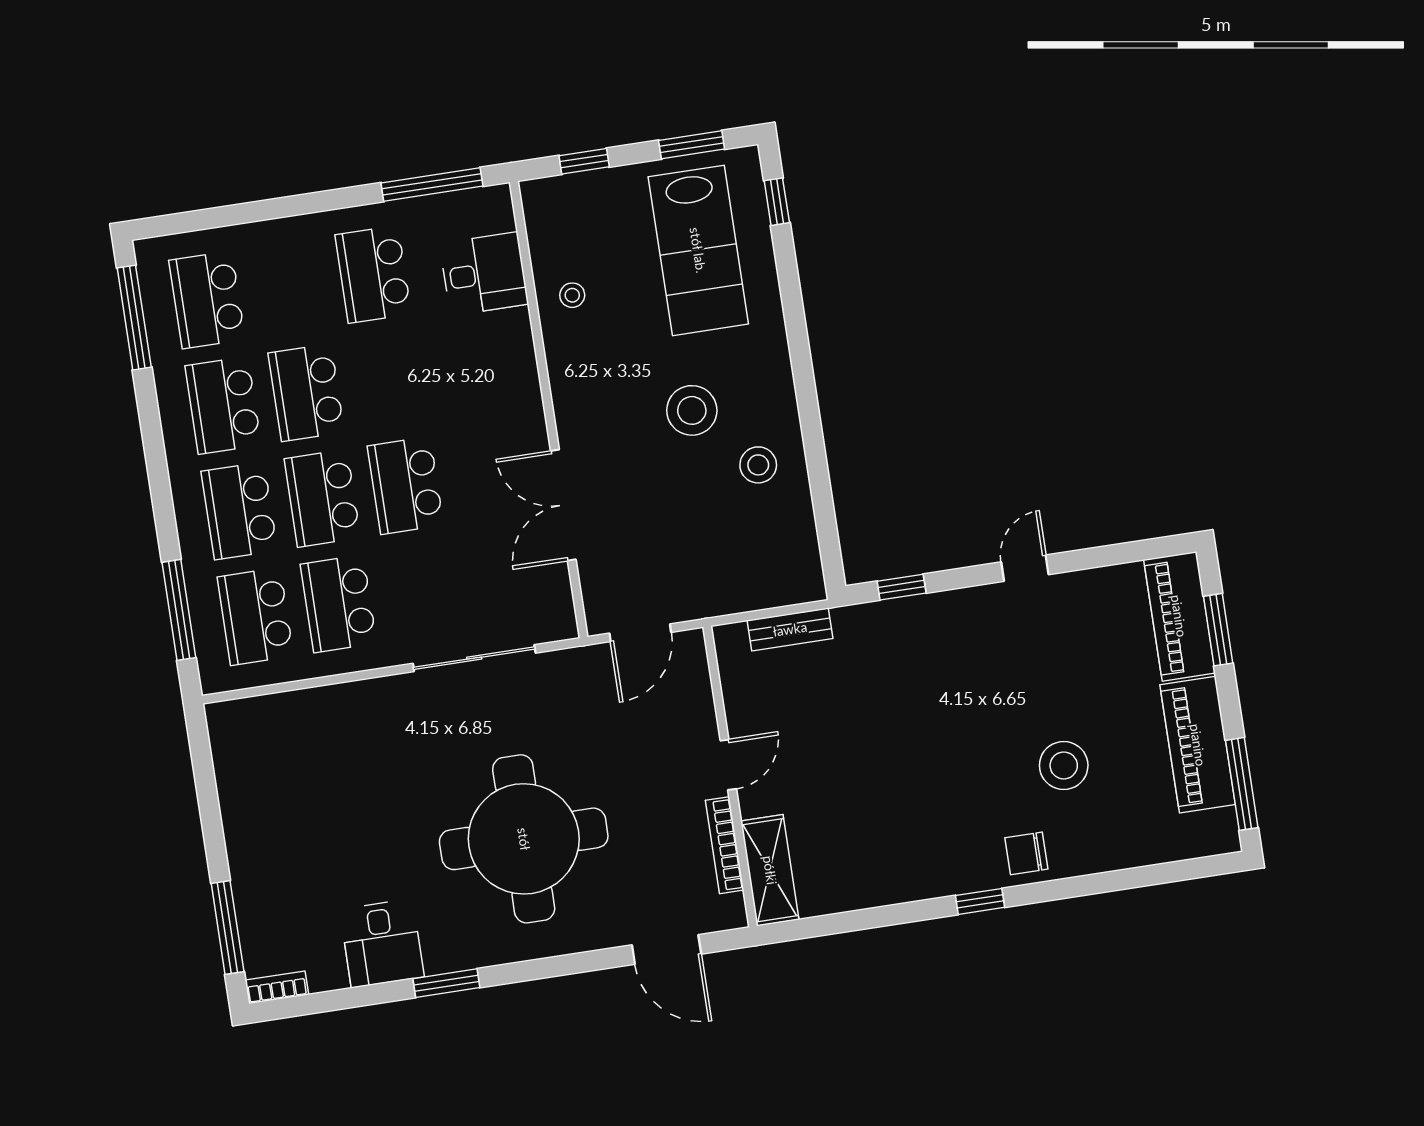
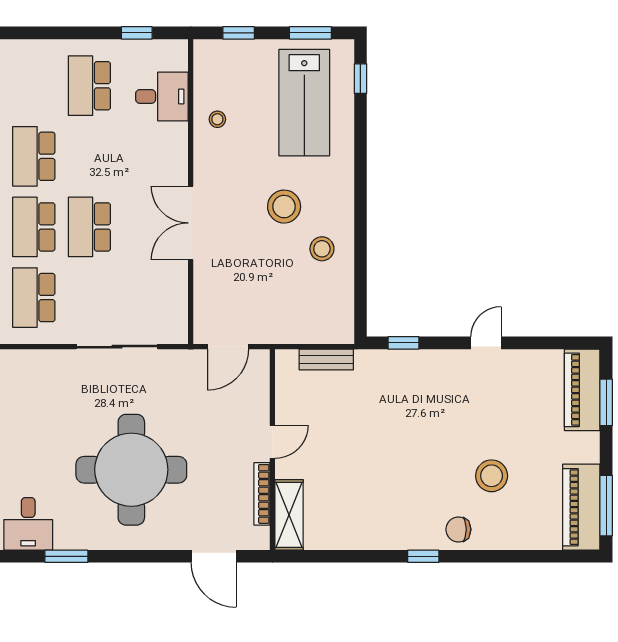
window: (432, 185) -> (137, 33), width x0.46
double door: (563, 505) -> (191, 223), moved
piano: (1198, 745) -> (581, 507), moved

